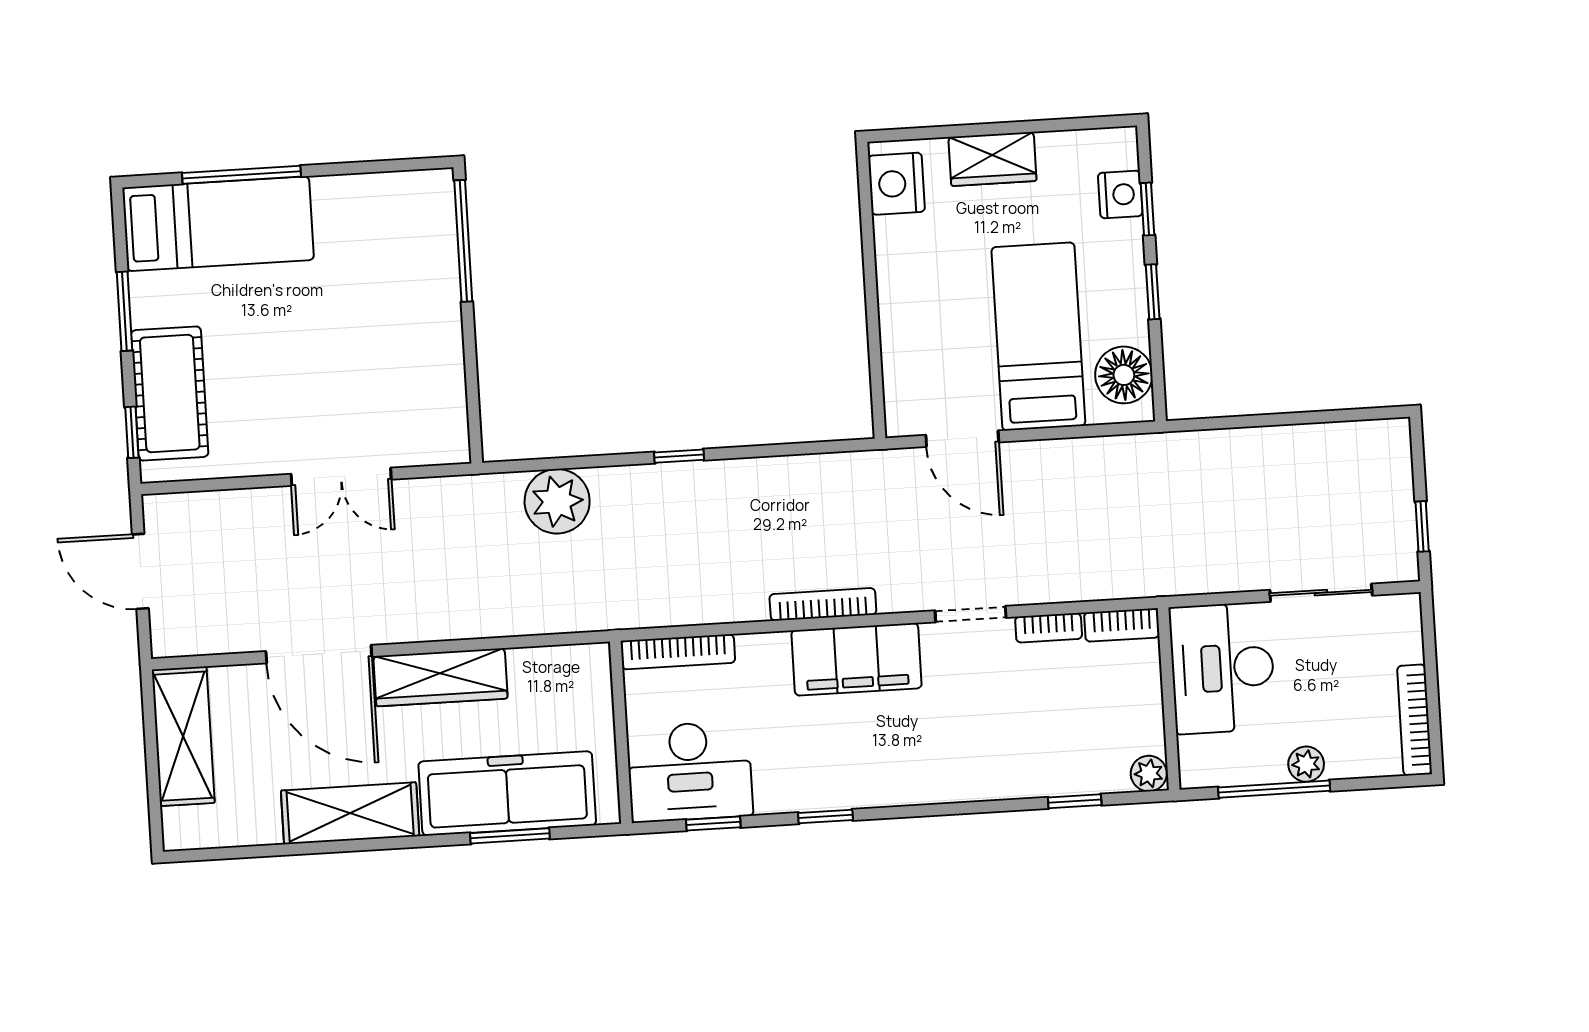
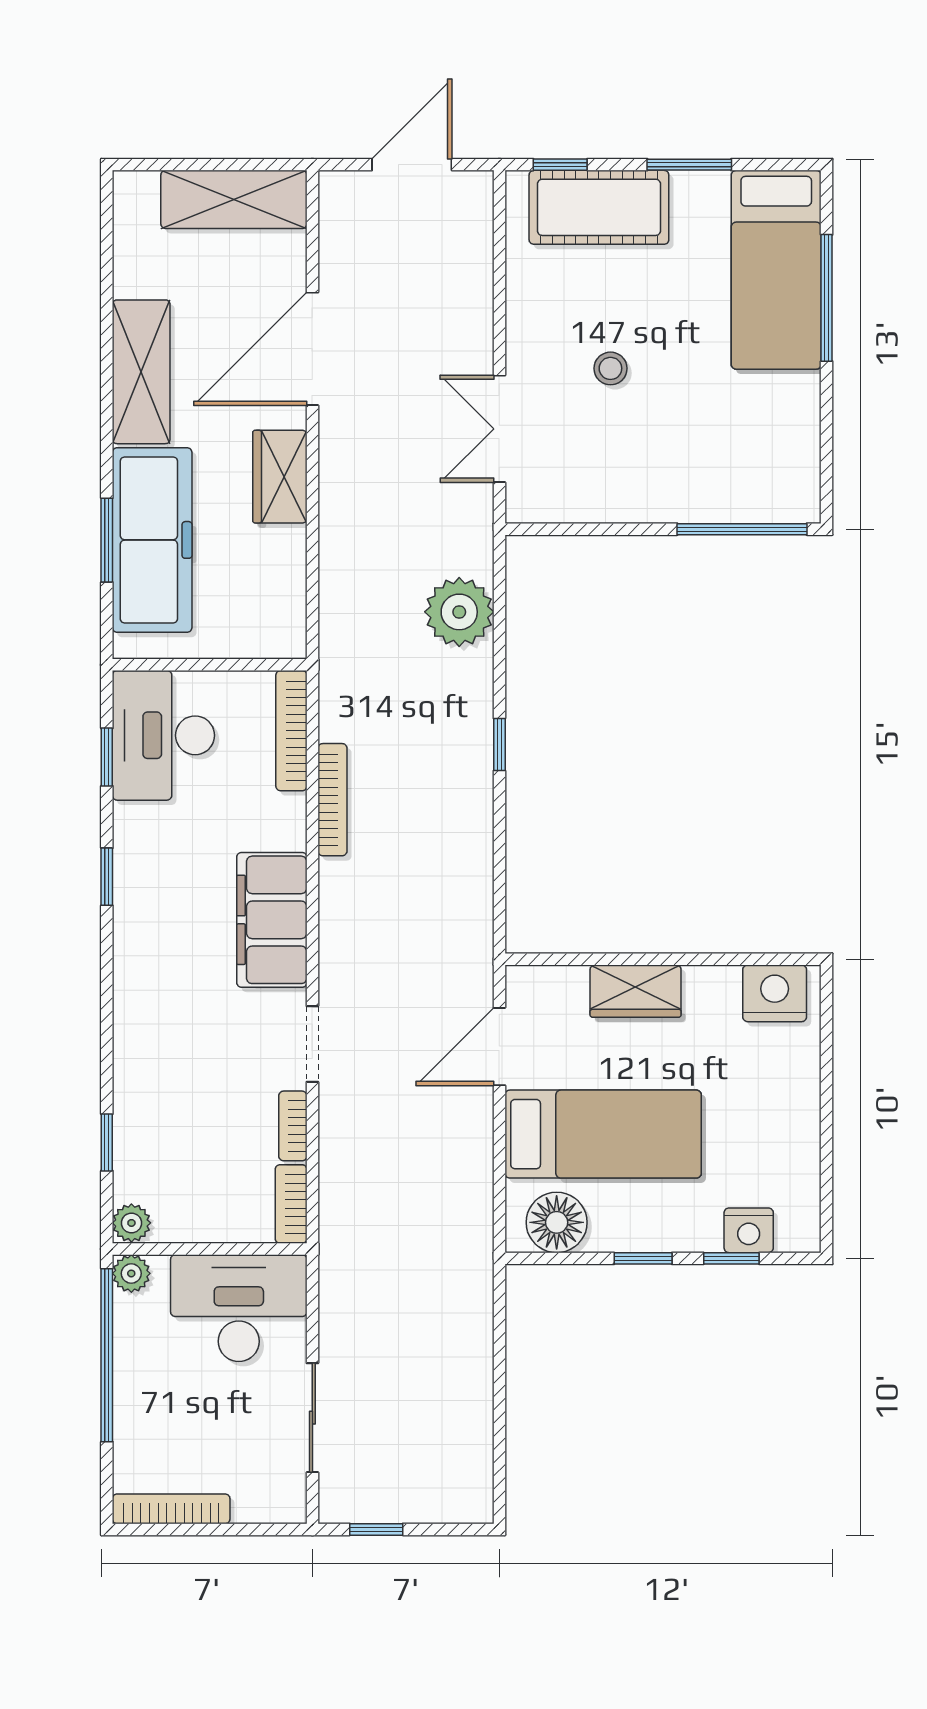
wardrobe: (992, 159) -> (636, 991), moved, turned -90
stool: (320, 373) -> (610, 368), added
double door: (341, 477) -> (499, 429), moved
bookcase: (823, 604) -> (332, 800), moved
wardrobe: (440, 677) -> (280, 477), width x0.67
plant: (1306, 764) -> (131, 1273), moved
window: (1274, 789) -> (107, 1355), width x1.46

